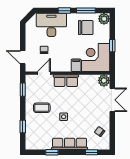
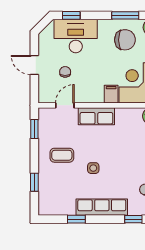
window: (64, 11) -> (71, 15), moved
door: (23, 57) -> (34, 65), moved

